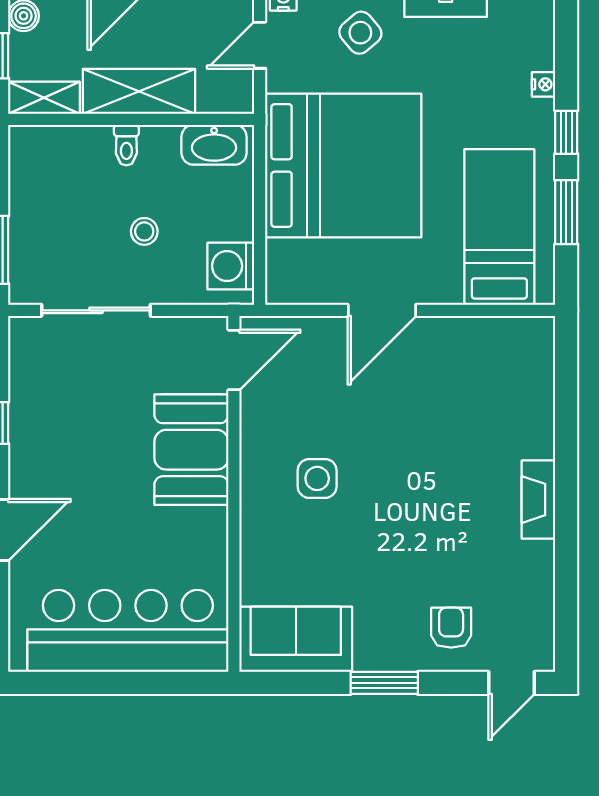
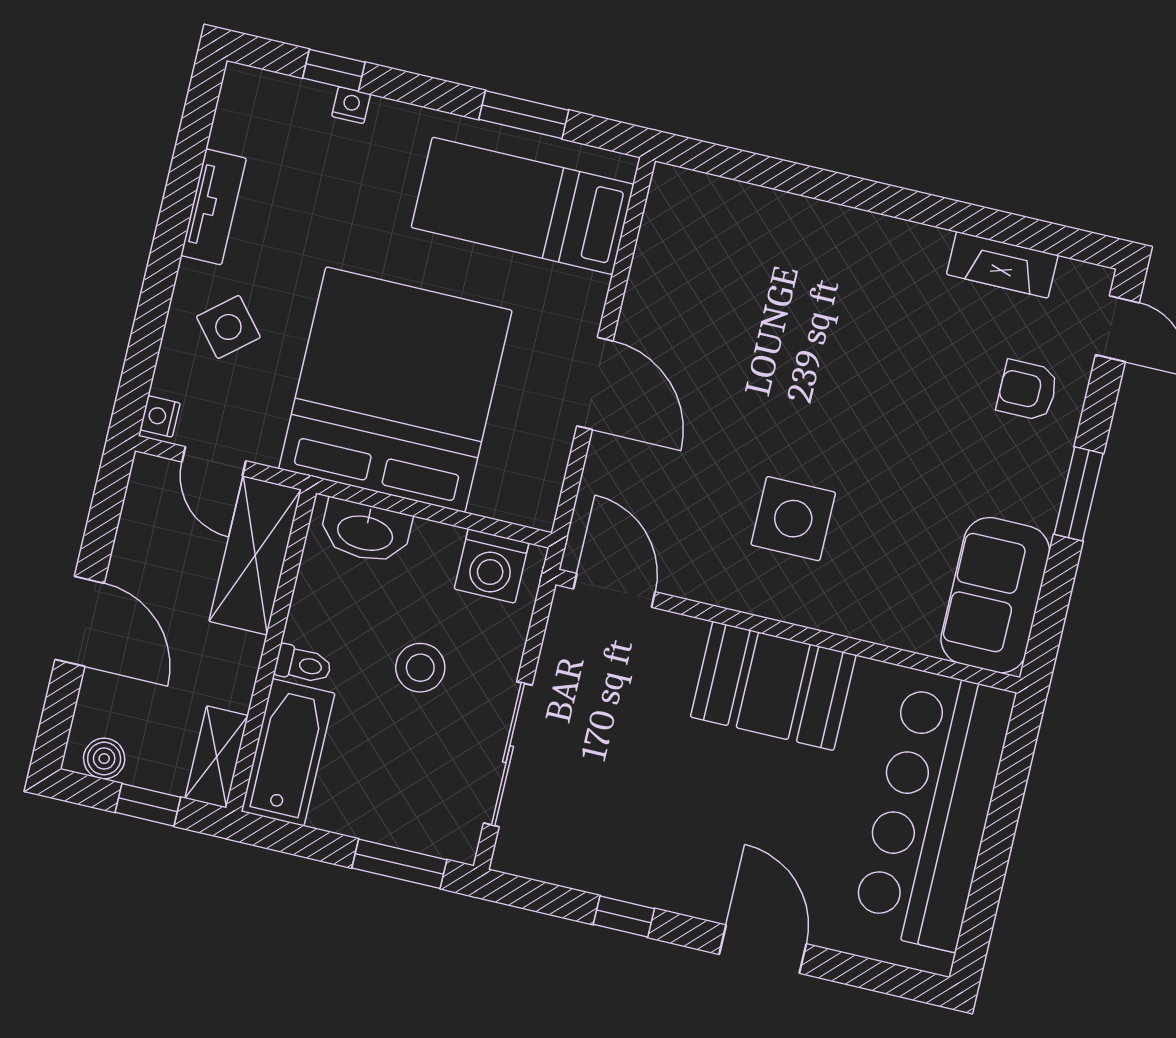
shelving: (139, 91) -> (255, 555), moved
window: (566, 132) -> (334, 70), moved
washbasin: (214, 145) -> (365, 532), moved, turned 90
bathtub: (60, 149) -> (288, 752), added
stool: (144, 231) -> (420, 668), width x1.37, depth x1.37
booth: (191, 450) -> (773, 686), moved
side table: (317, 478) -> (793, 519), width x1.37, depth x1.37
fireplace: (538, 500) -> (1002, 265), moved

